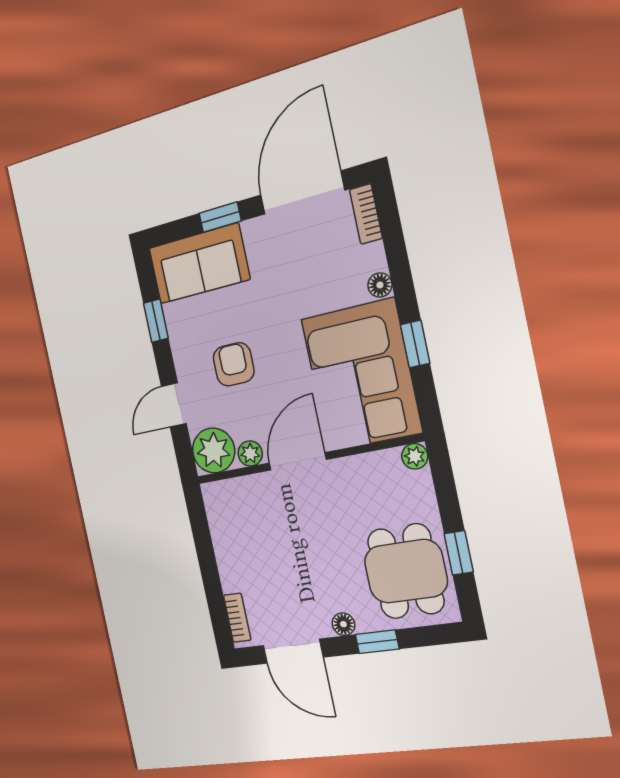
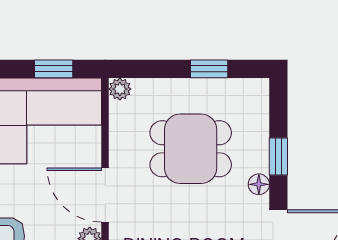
window: (415, 344) -> (54, 69), moved
dining table: (406, 571) -> (191, 149), moved

